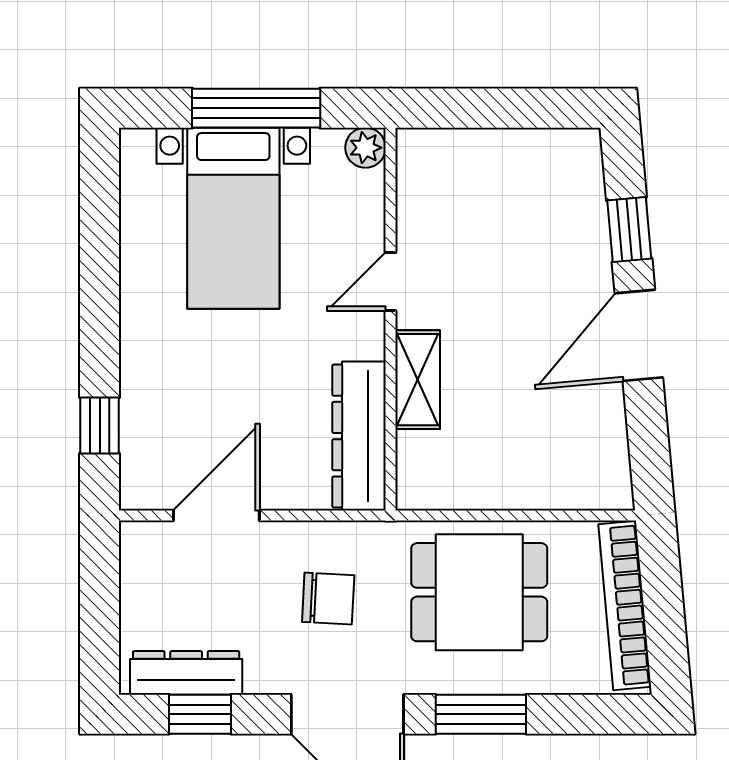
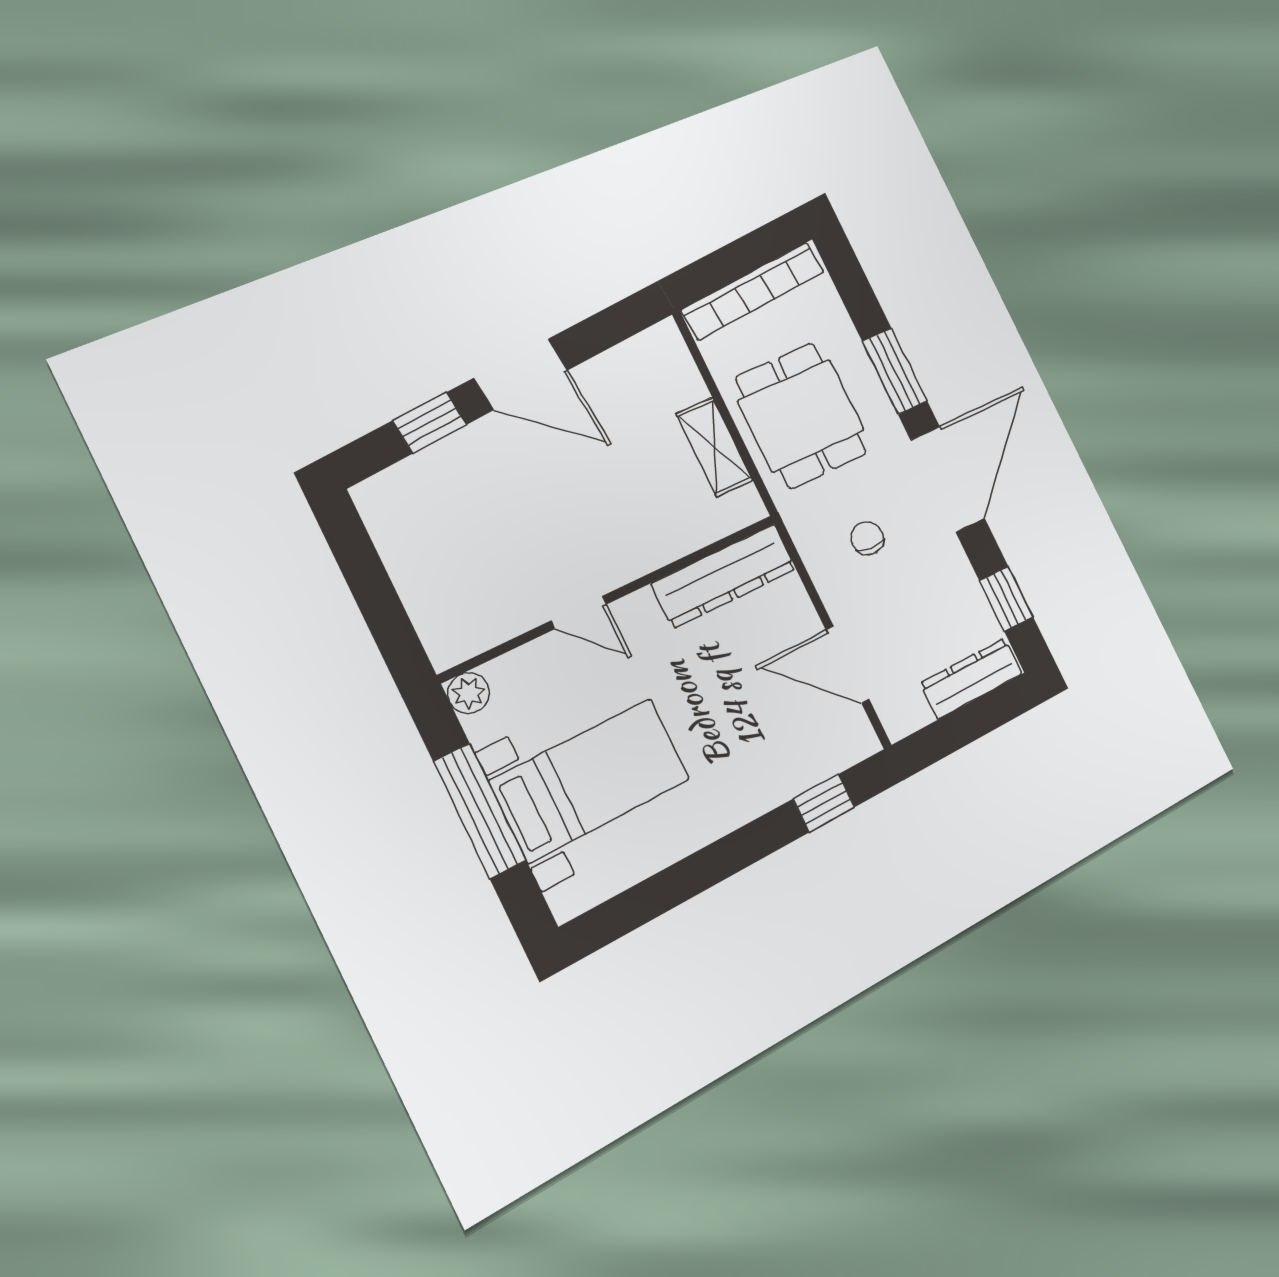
shelving: (418, 380) -> (714, 447), moved, turned 90
chair: (328, 599) -> (867, 538), width x0.73, depth x0.73
dresser: (186, 673) -> (971, 678), moved, turned 90

